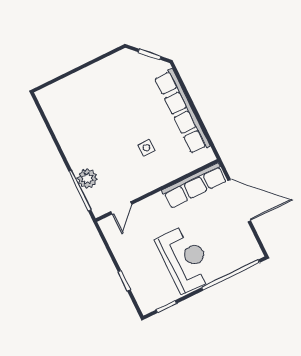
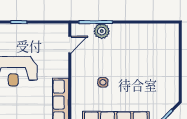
door: (121, 208) -> (70, 45), swing flipped

